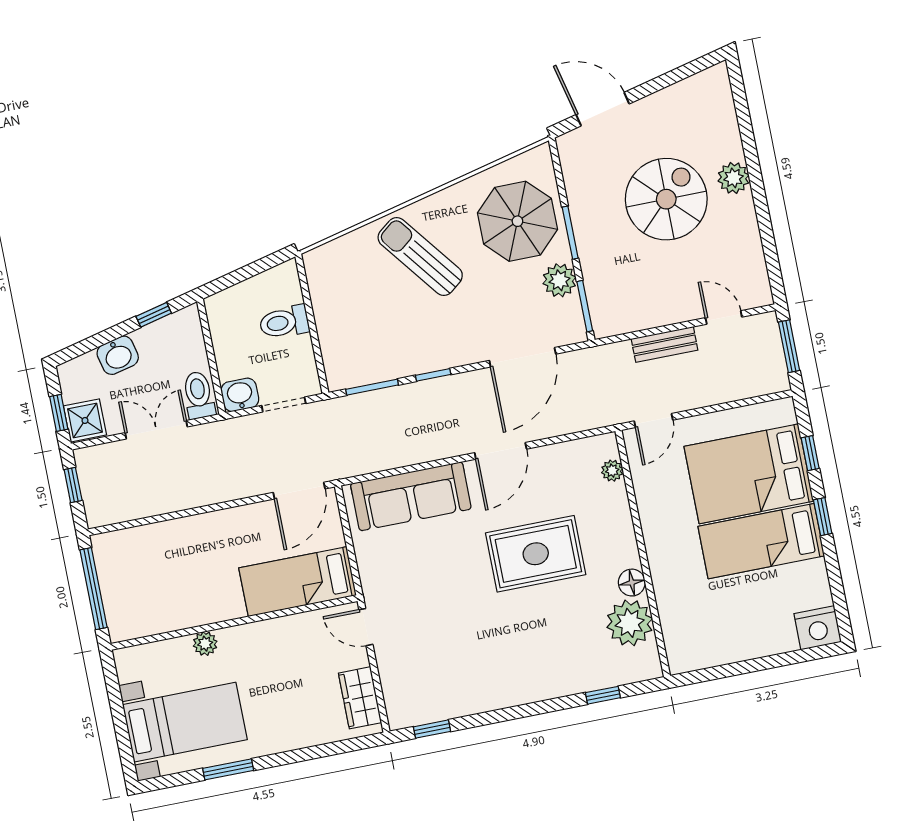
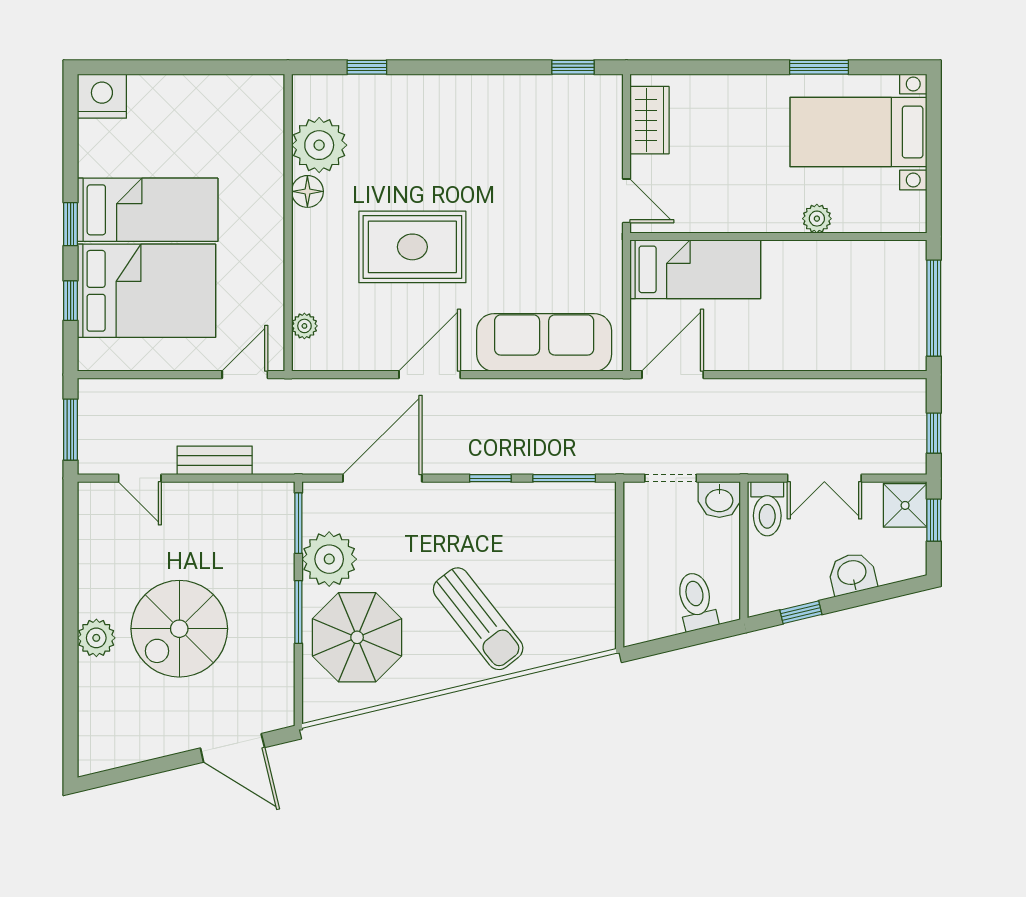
plant: (559, 280) -> (329, 559), width x1.36, depth x1.36
toilet: (284, 322) -> (696, 601), moved, turned -103

